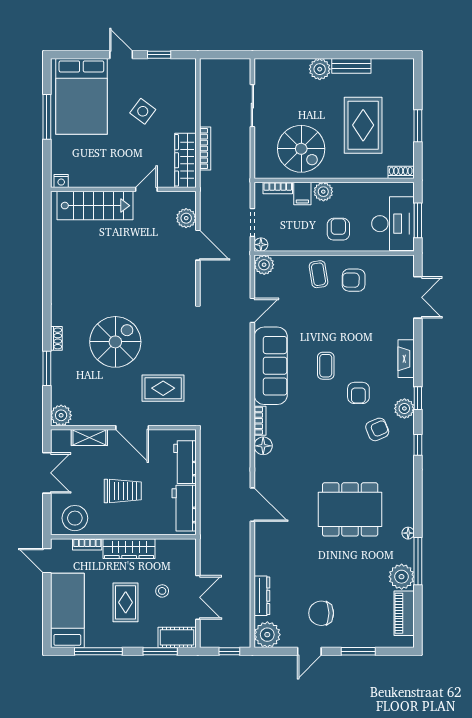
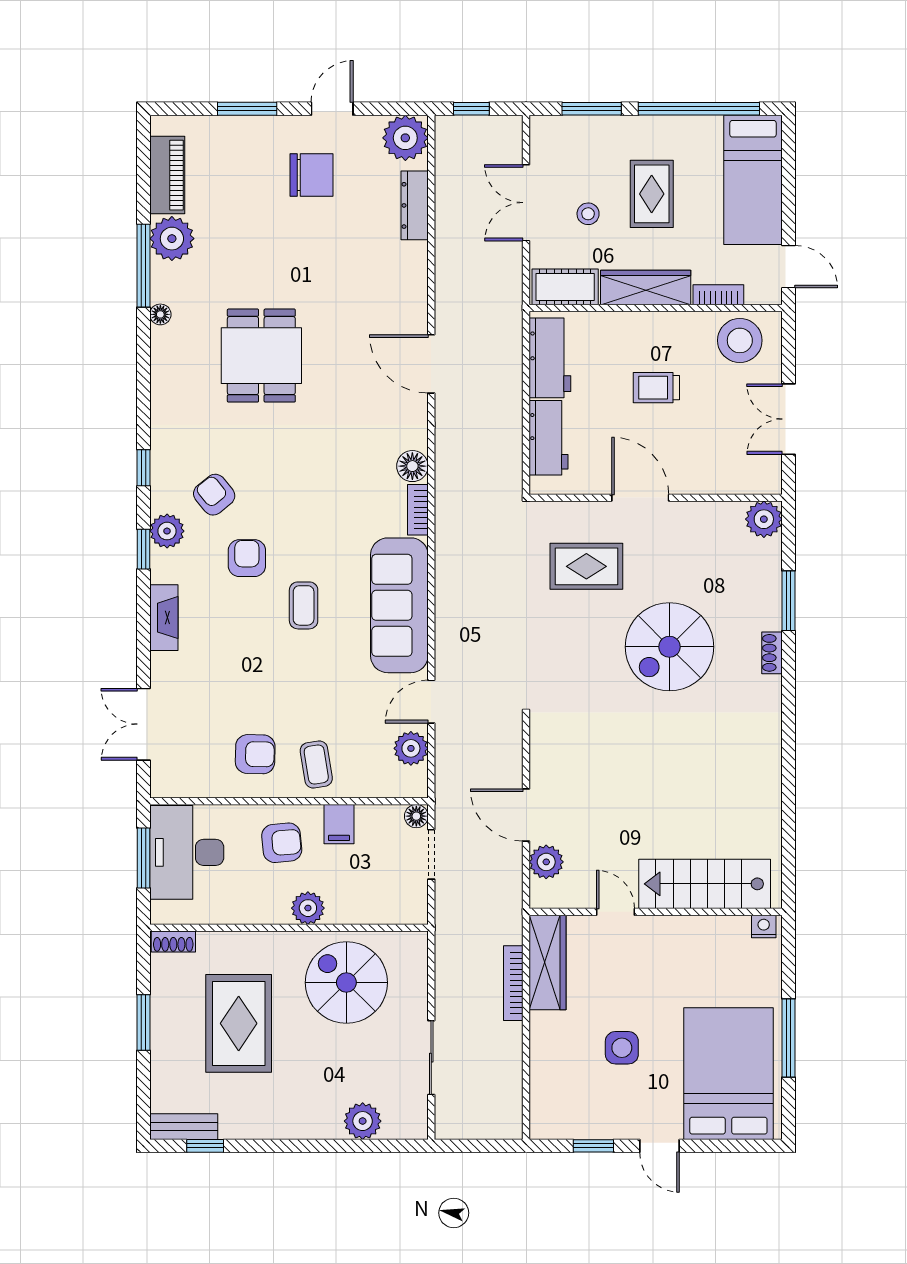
window: (382, 55) -> (205, 1146), added
bench: (351, 66) -> (184, 1127), moved
plant: (320, 69) -> (363, 1121), moved
side table: (143, 111) -> (622, 1048), turned -37
bookcase: (278, 188) -> (387, 914), removed
door: (146, 189) -> (615, 912), swing flipped
filing cabinet: (302, 194) -> (339, 824), moved, turned 180
armchair: (338, 229) -> (282, 843), turned -95
plant: (264, 265) -> (411, 748), moved
armchair: (377, 429) -> (214, 495), turned 74
shelving: (89, 438) -> (715, 480), removed
trolley: (123, 491) -> (656, 388), width x0.73, depth x0.72
dining table: (350, 509) -> (261, 356), width x0.73
cot: (177, 637) -> (565, 287), moved
window: (98, 651) -> (699, 109), width x1.46

